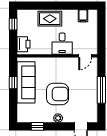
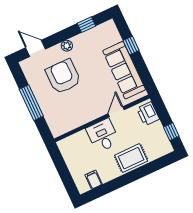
door: (85, 56) -> (116, 112), moved
window: (13, 83) -> (131, 46), moved
armchair: (58, 94) -> (63, 76), moved, turned 90

